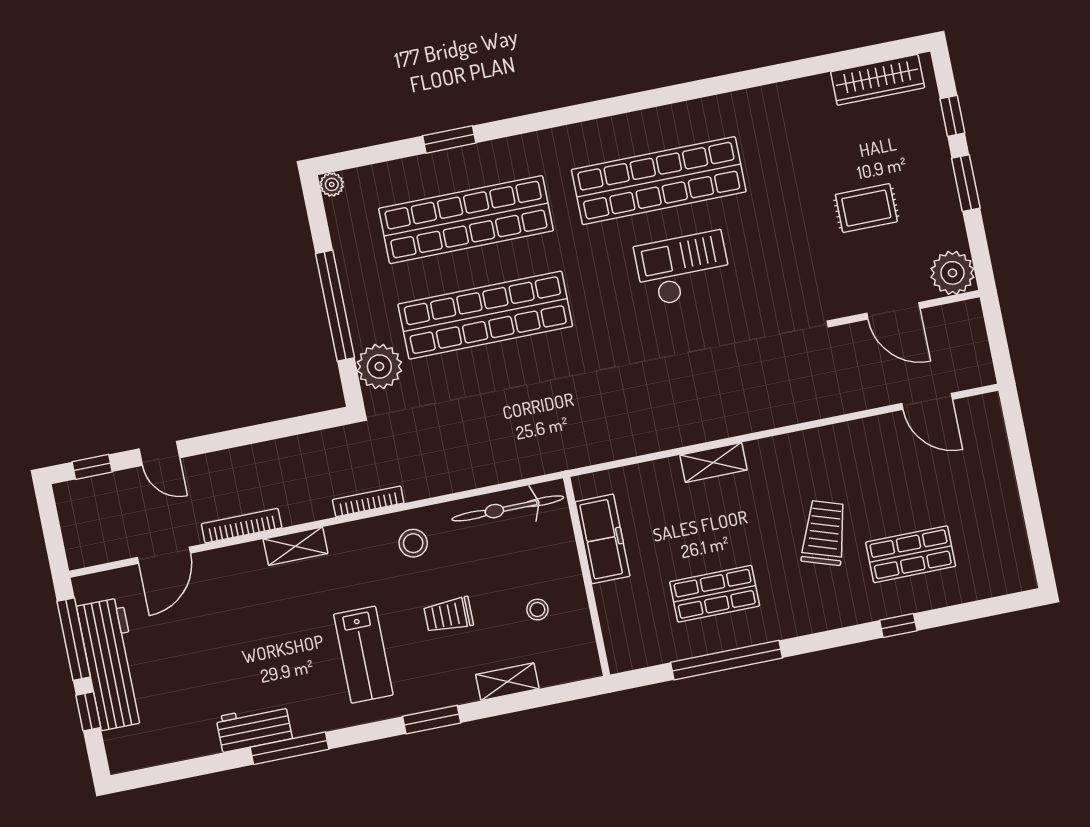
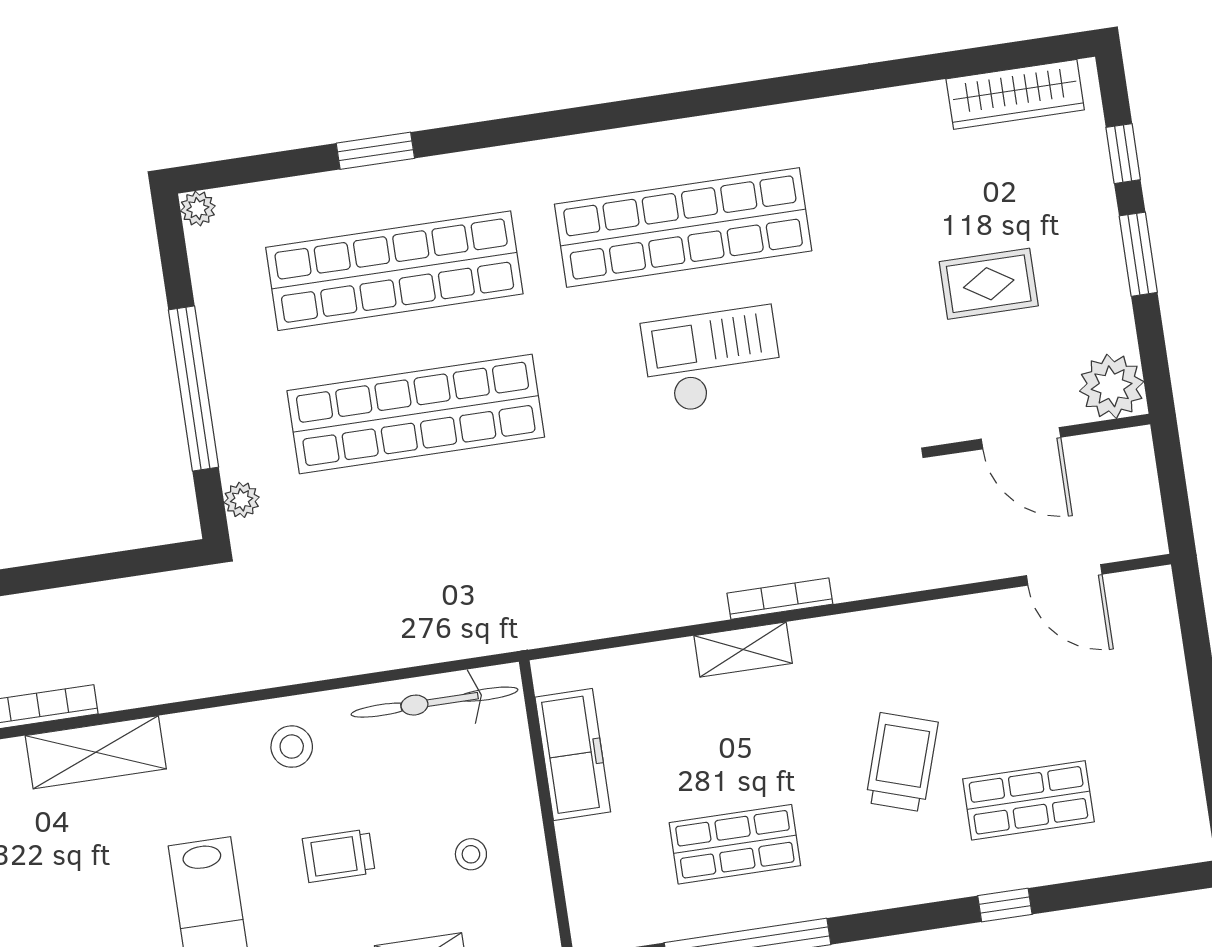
plant: (379, 367) -> (242, 500), width x0.53, depth x0.53
bookcase: (368, 501) -> (780, 599), moved
shelving: (296, 546) -> (96, 752), width x1.50, depth x1.33

